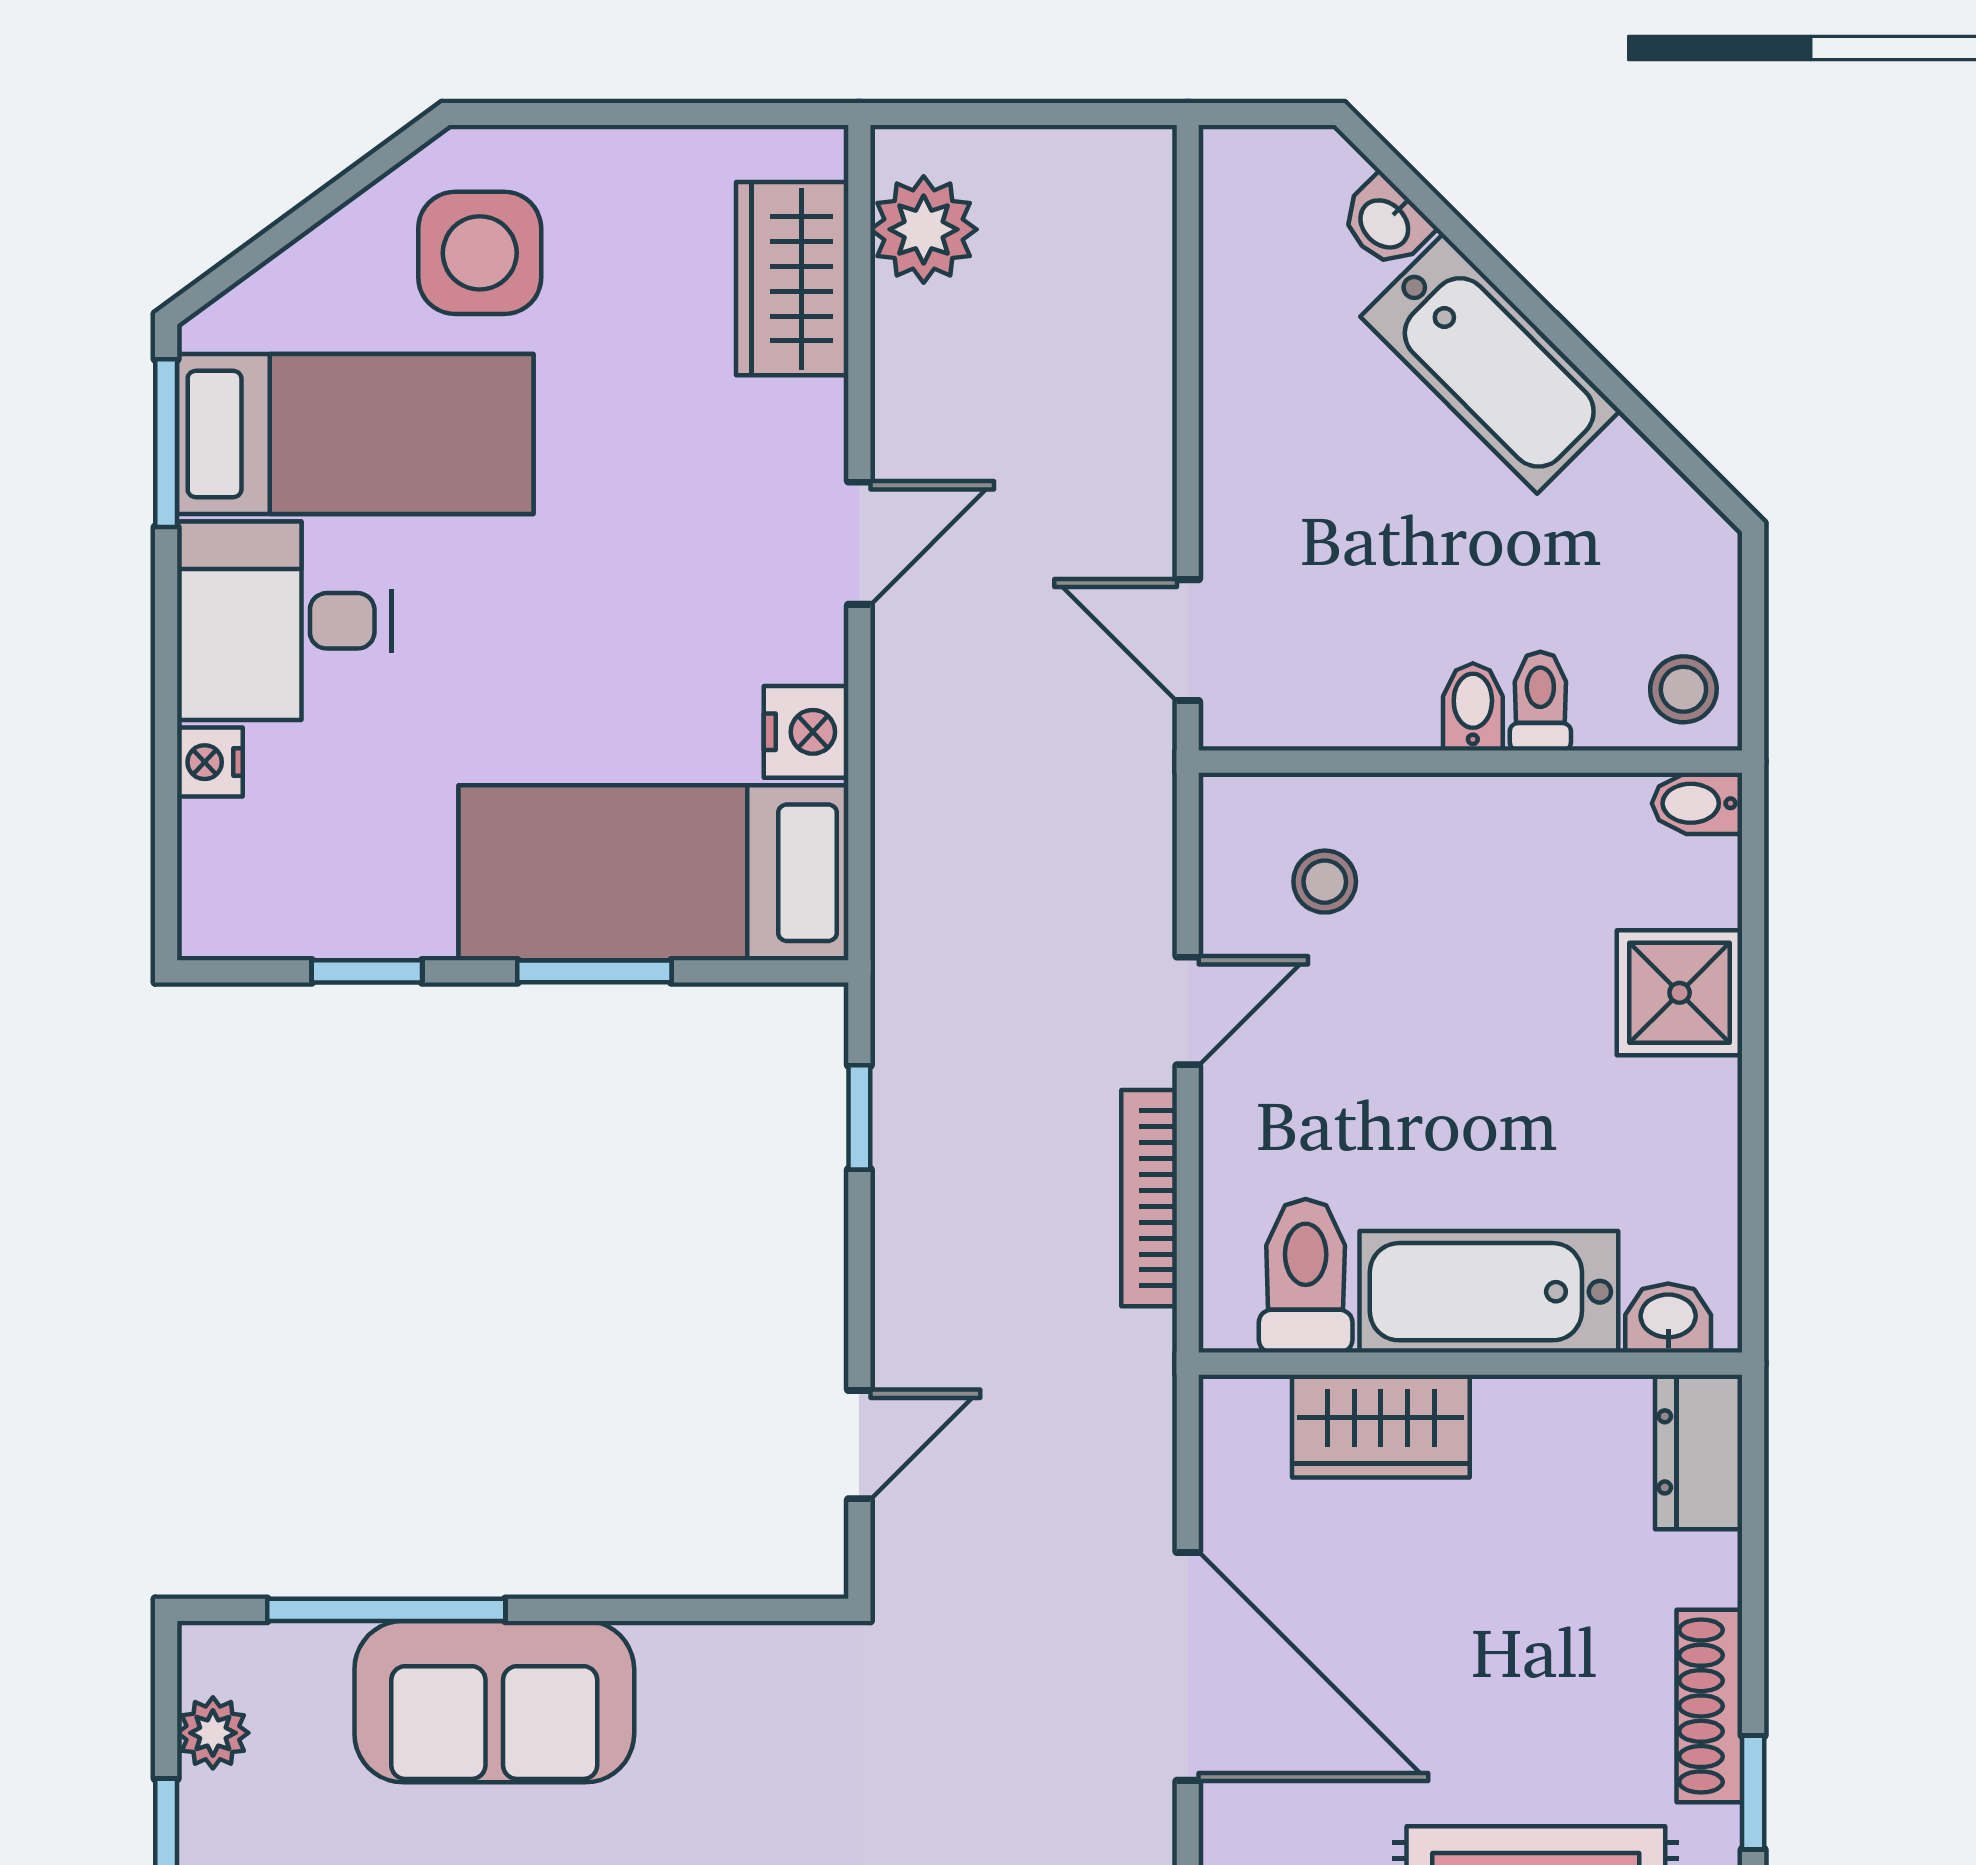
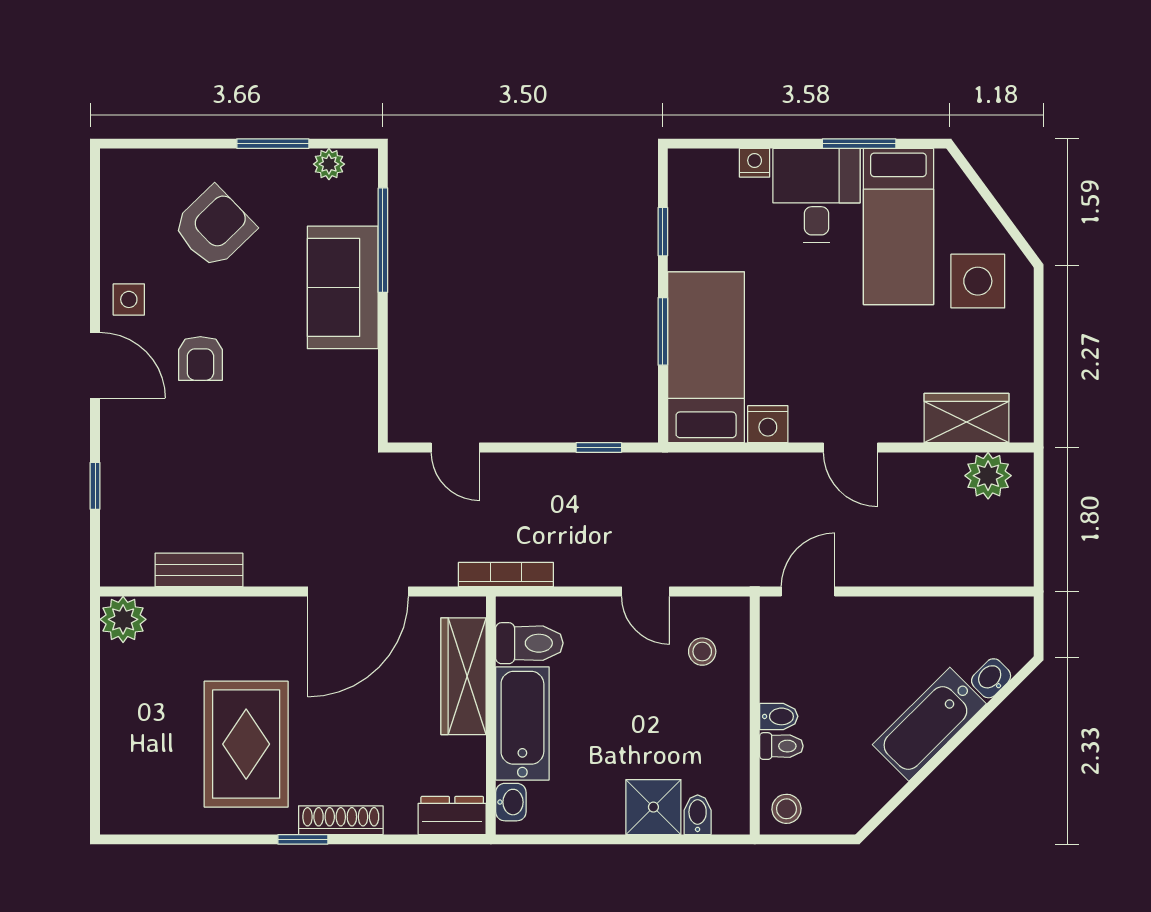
window: (166, 443) -> (859, 144), moved
bidet: (1697, 803) -> (698, 815), moved
bookcase: (1149, 1198) -> (506, 575), moved
wardrobe: (1381, 1426) -> (464, 676), width x1.50

